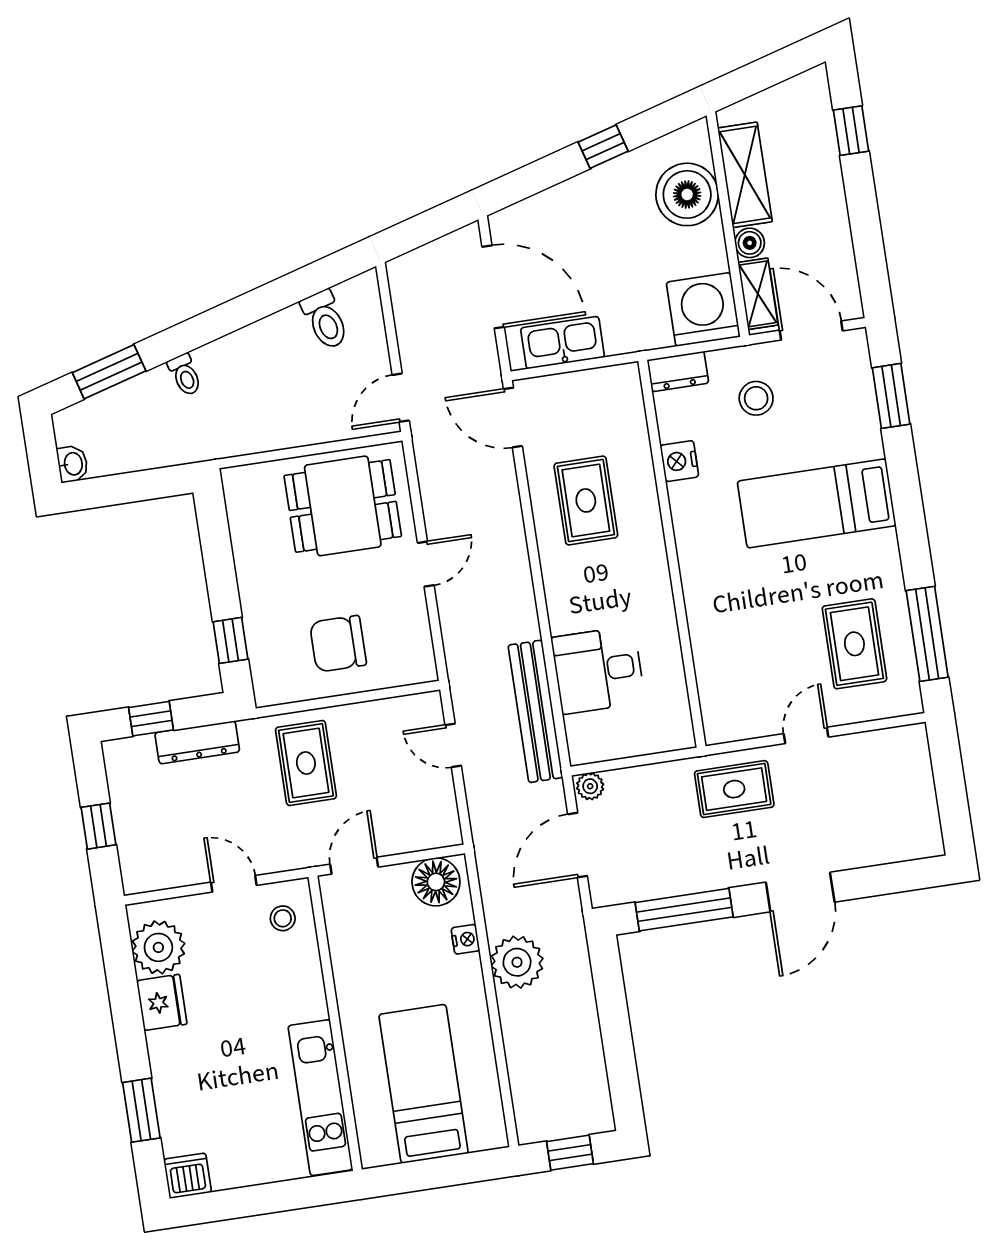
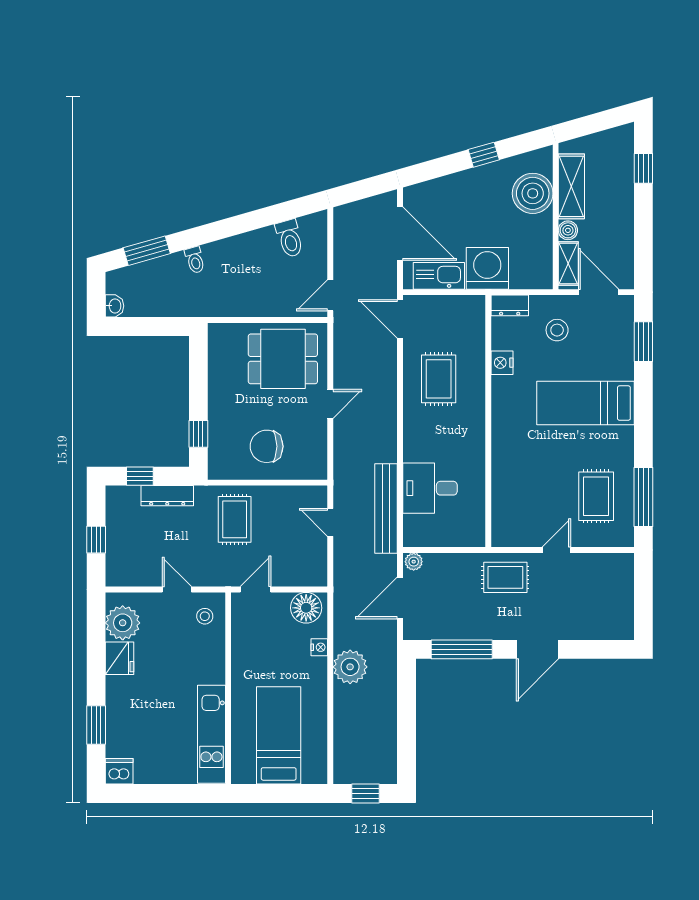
washing machine: (703, 310) -> (487, 268), moved

